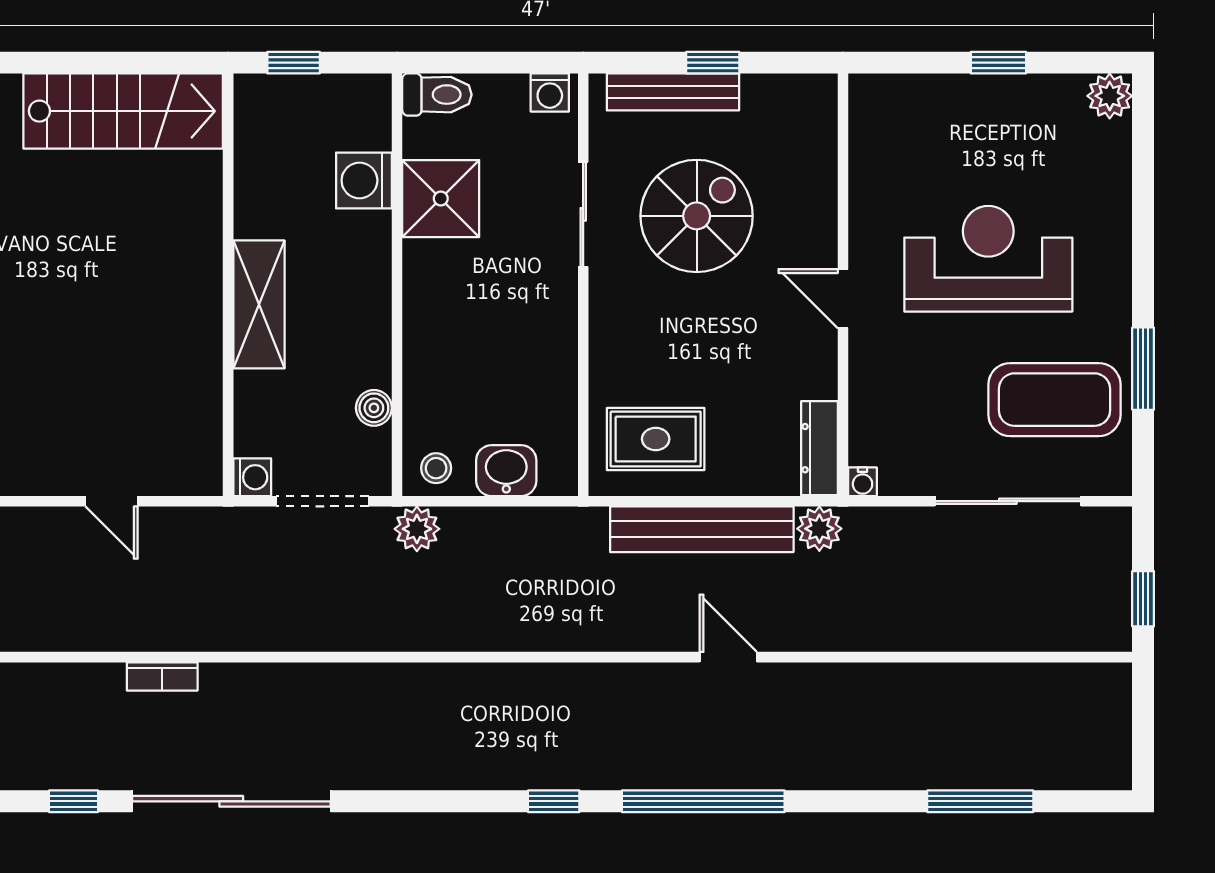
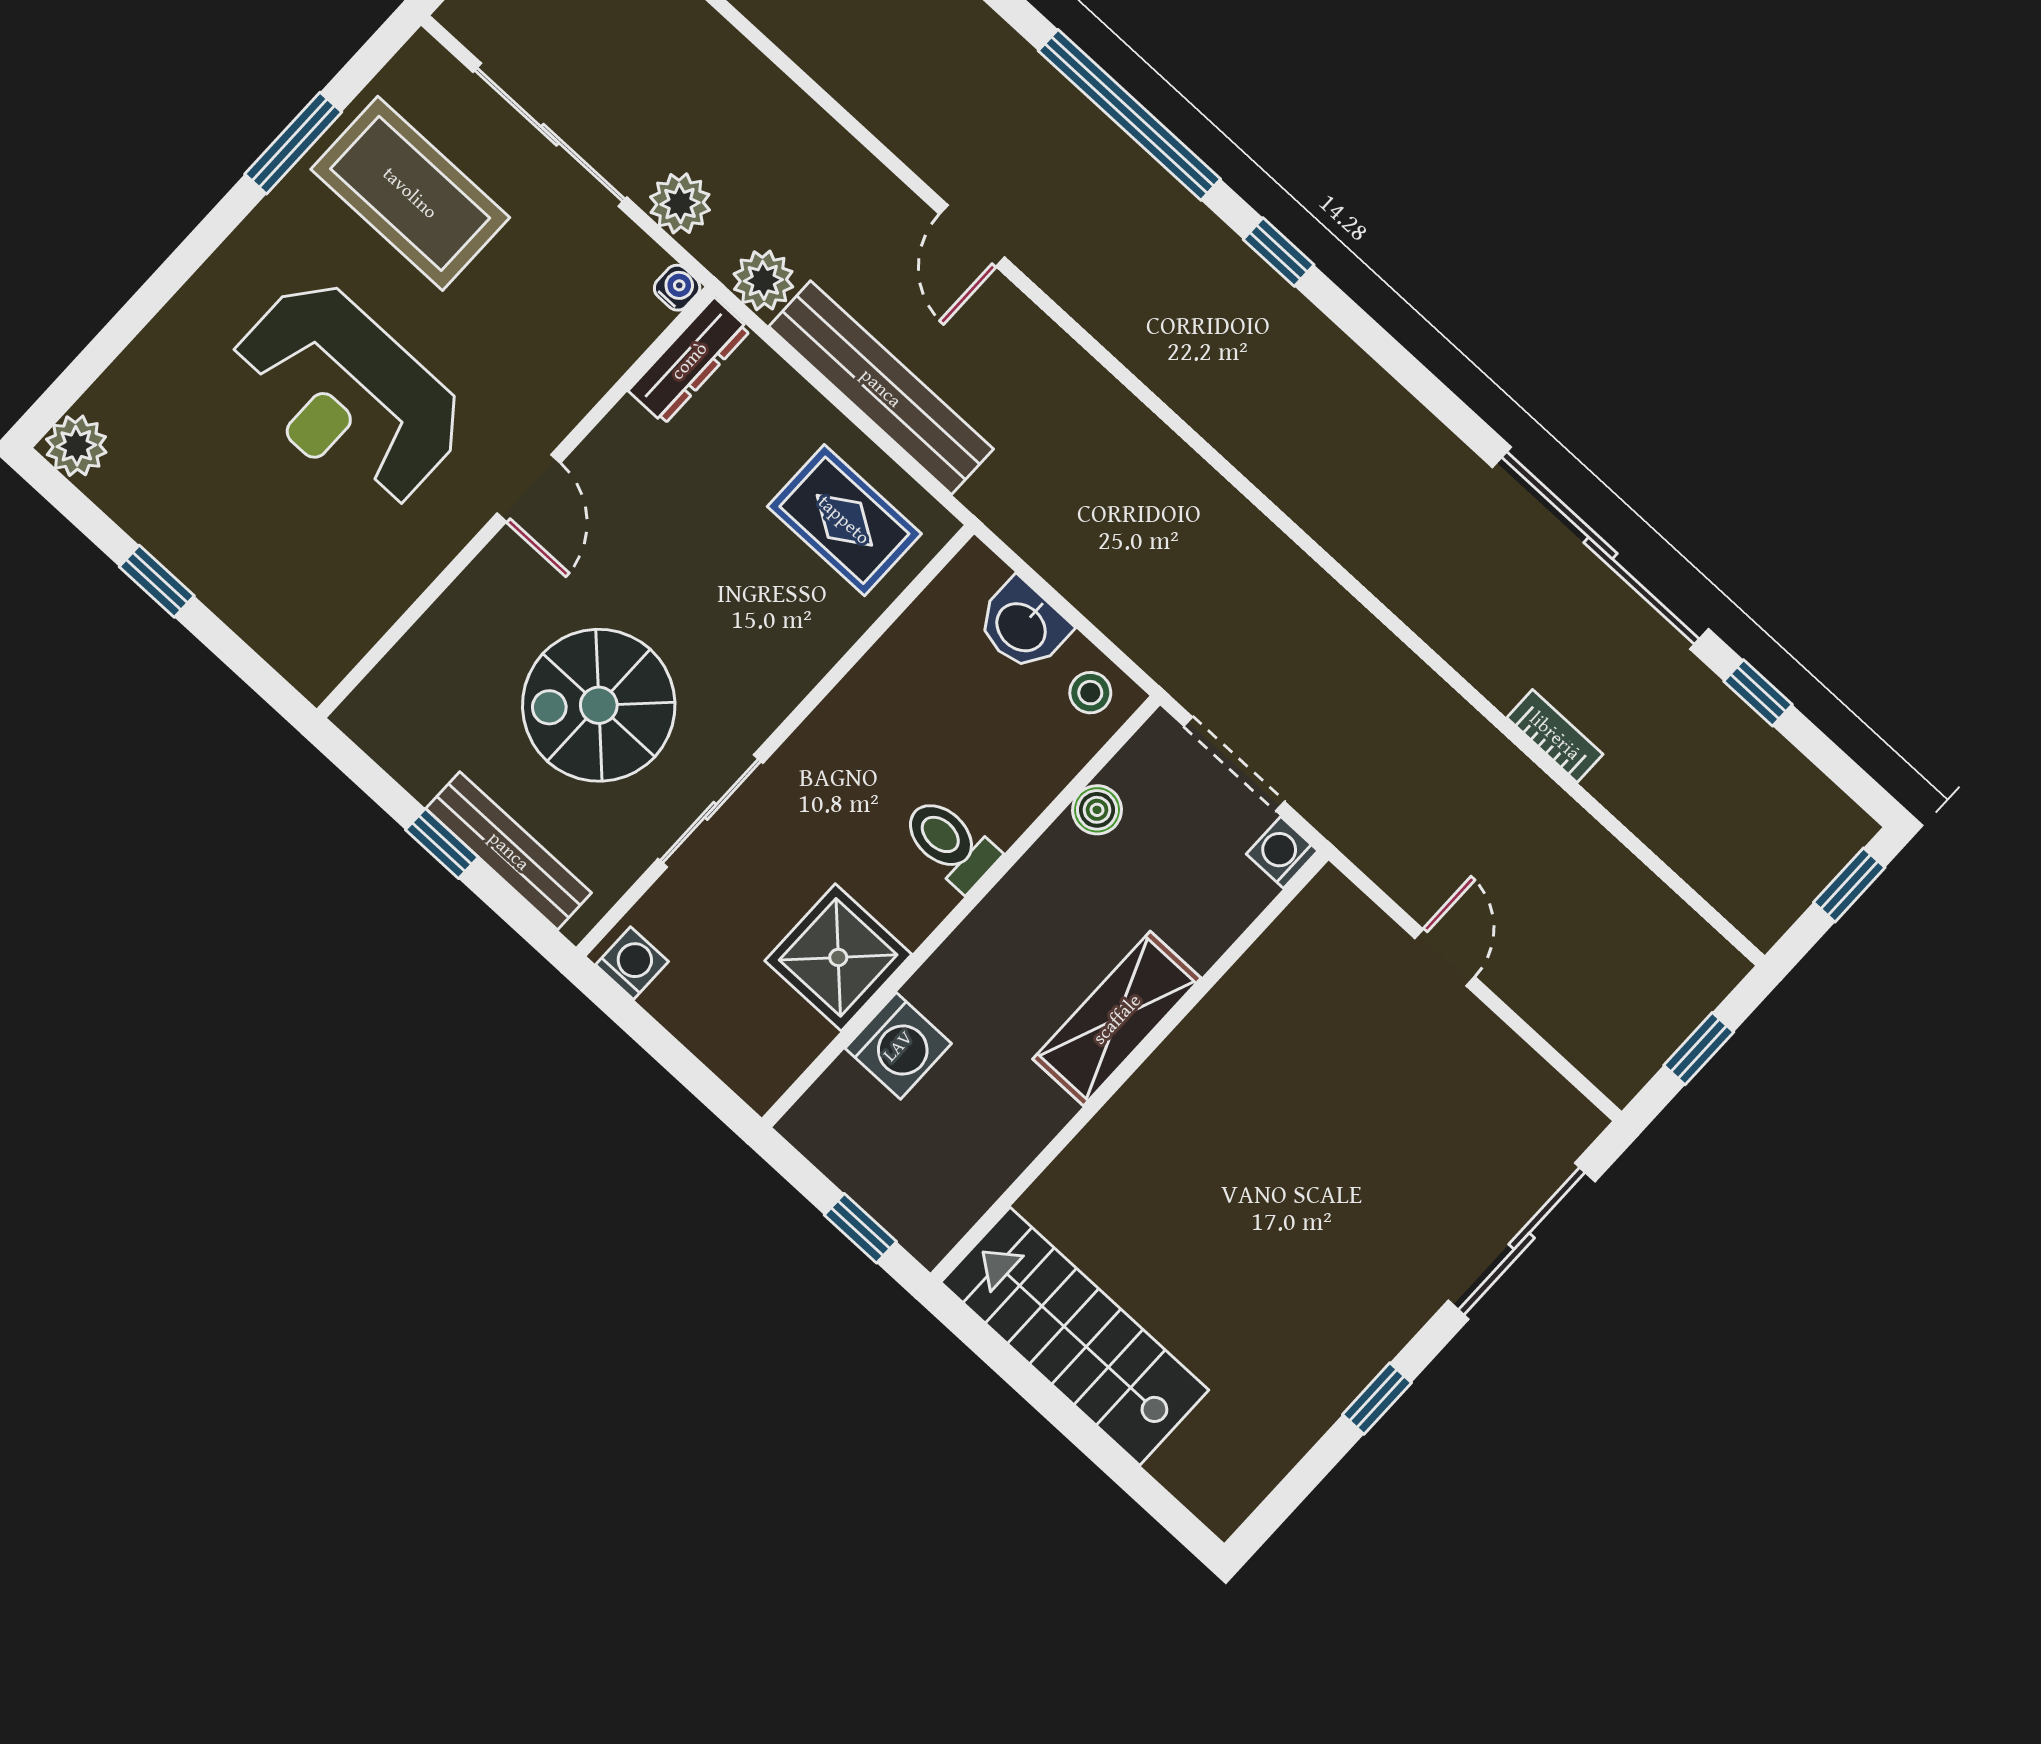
toilet: (437, 95) -> (950, 843), moved
plant: (417, 529) -> (680, 203), moved

